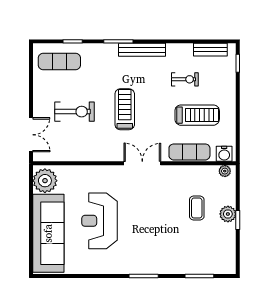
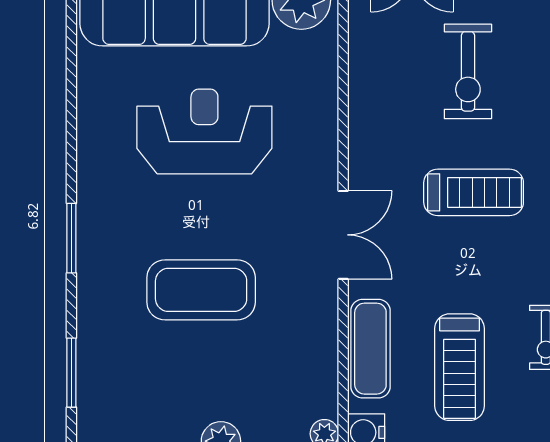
coffee table: (197, 208) -> (201, 290), moved, width x1.86, depth x1.72

